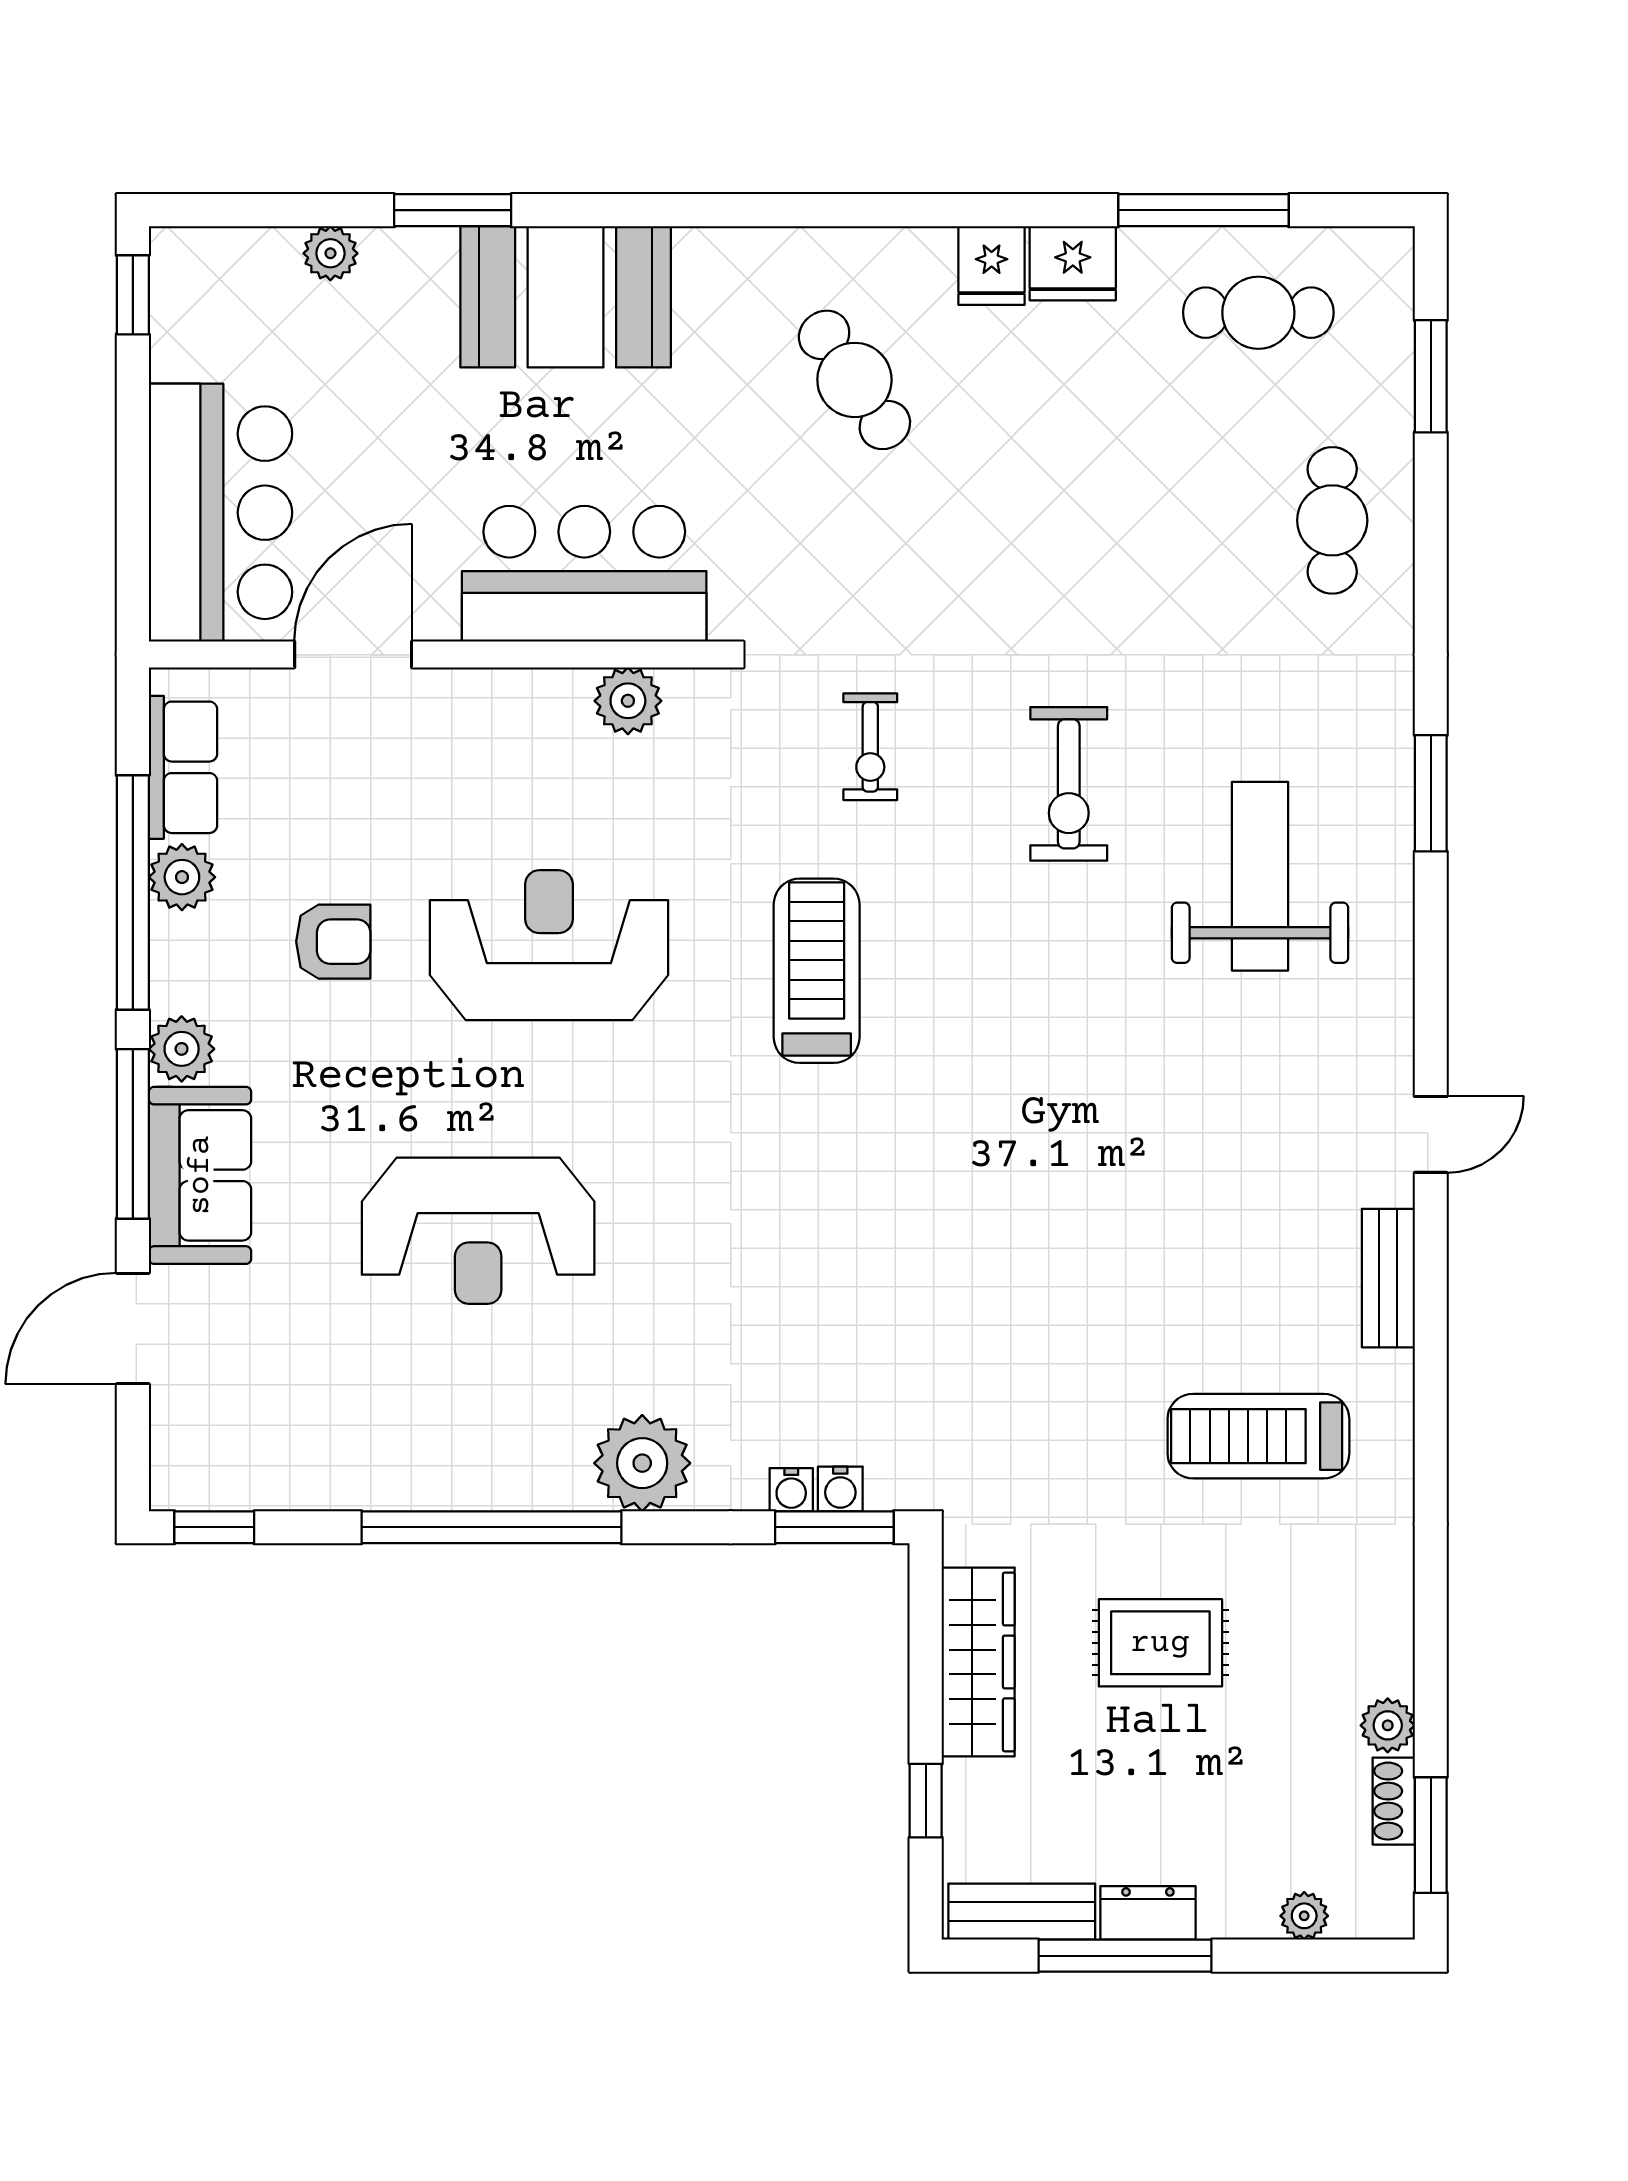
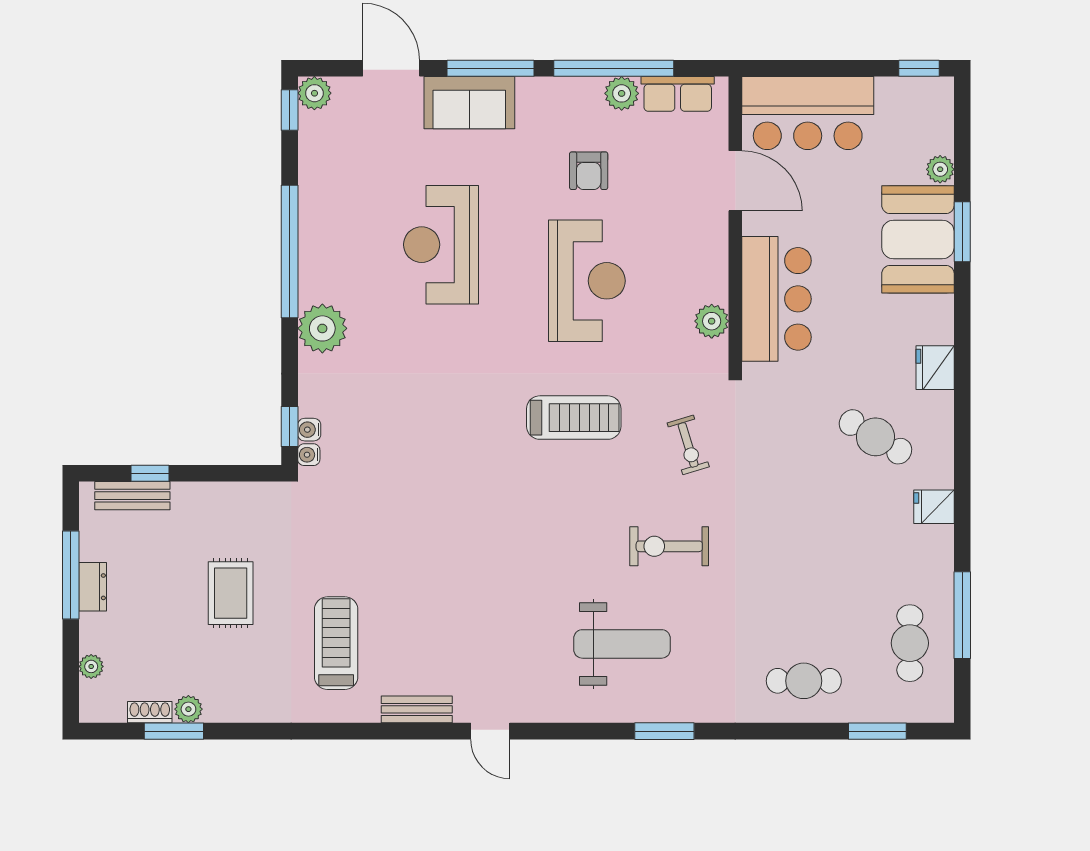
fridge: (1073, 263) -> (935, 368), moved
booth: (566, 297) -> (918, 239), moved
cafe table: (854, 380) -> (875, 437), turned 65
exercise bike: (870, 747) -> (688, 445), turned -107
plant: (182, 1049) -> (314, 93), moved
water cooler: (791, 1490) -> (309, 455), moved
window: (834, 1527) -> (290, 427), width x0.67
wardrobe: (978, 1662) -> (221, 500), removed
window: (1431, 1835) -> (174, 731), moved
bench: (1022, 1912) -> (132, 496), moved, turned 90

